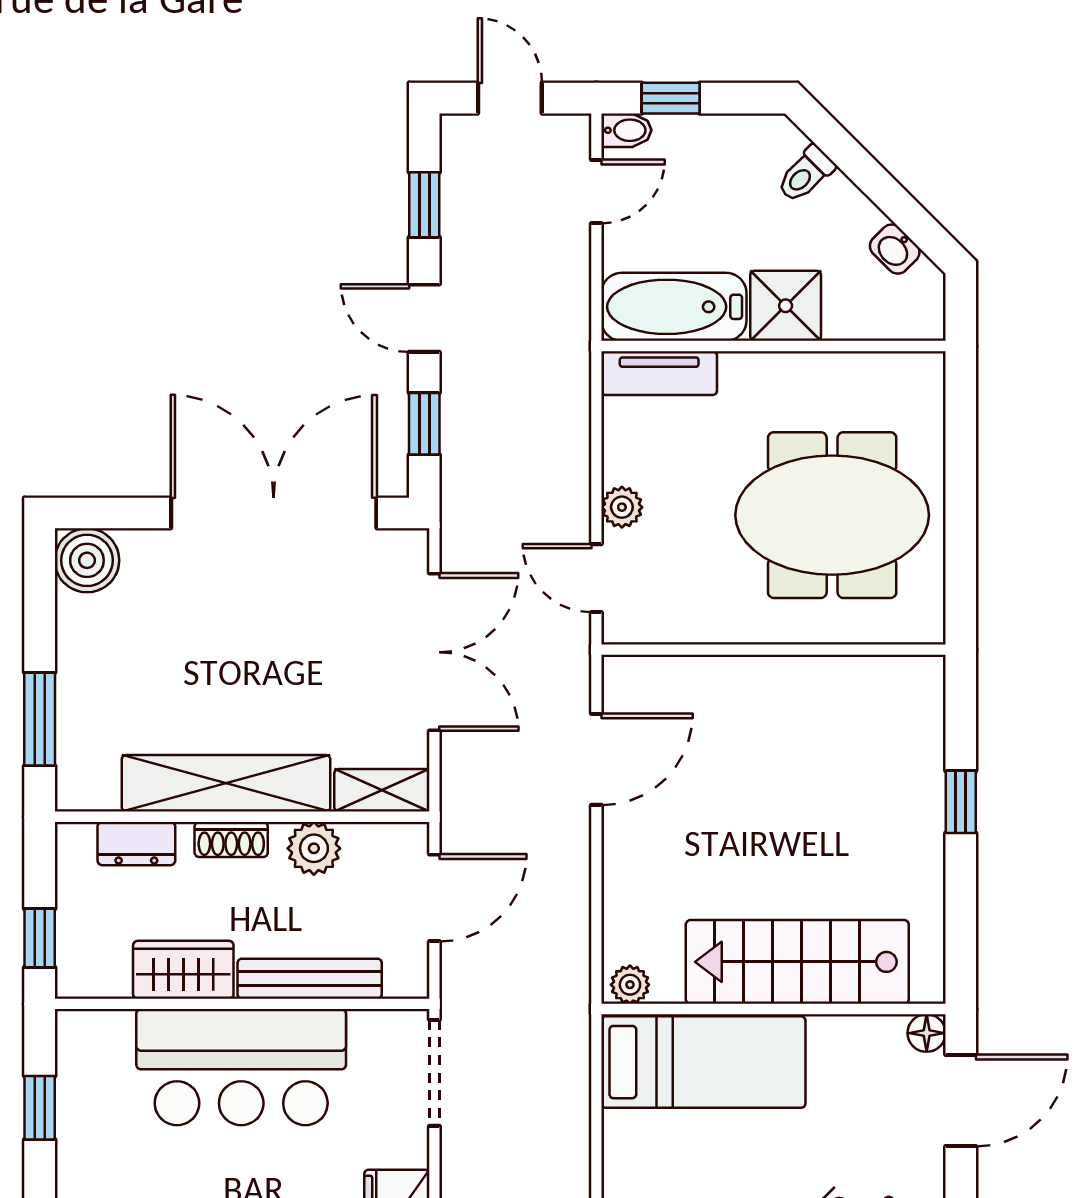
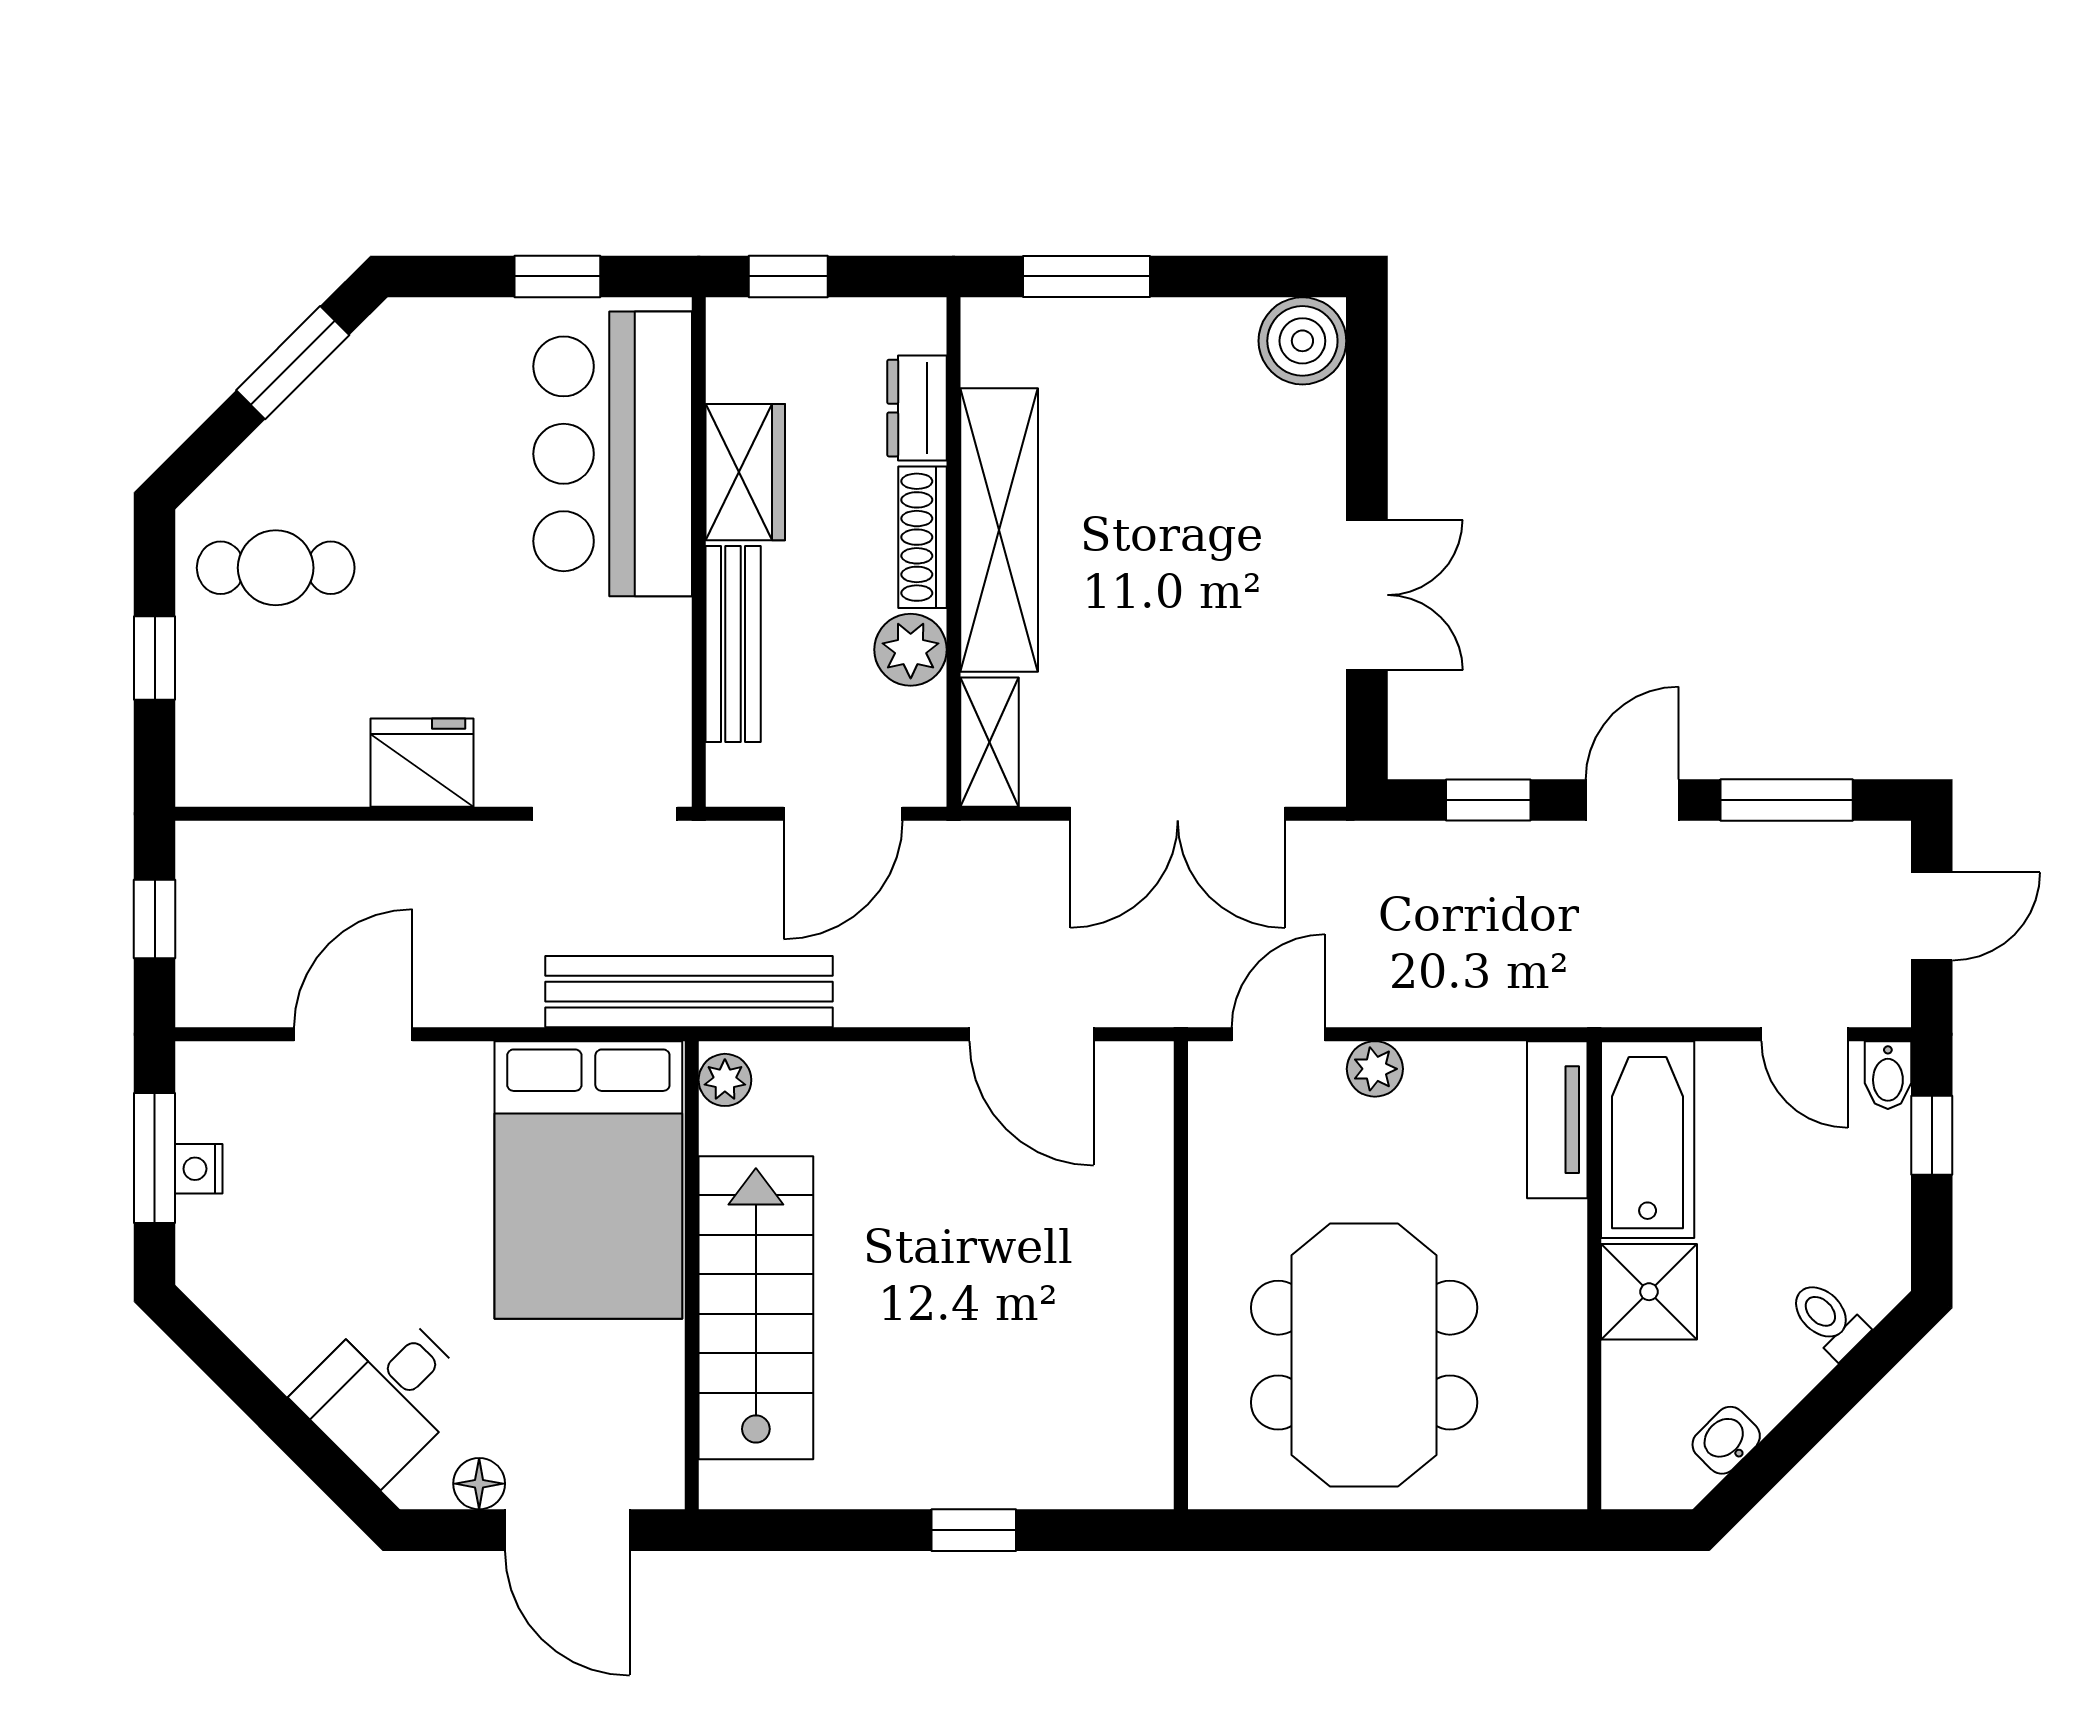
window: (424, 205) -> (1787, 800), width x1.50
double door: (274, 513) -> (1367, 595), width x0.54
shoe rack: (231, 839) -> (923, 537), width x1.43
door: (434, 898) -> (843, 814), hinge flipped
bench: (565, 1011) -> (689, 992), added
floor lamp: (927, 1033) -> (479, 1484), moved
bed: (703, 1062) -> (588, 1180), width x1.50
bar counter: (241, 1067) -> (613, 454), moved

